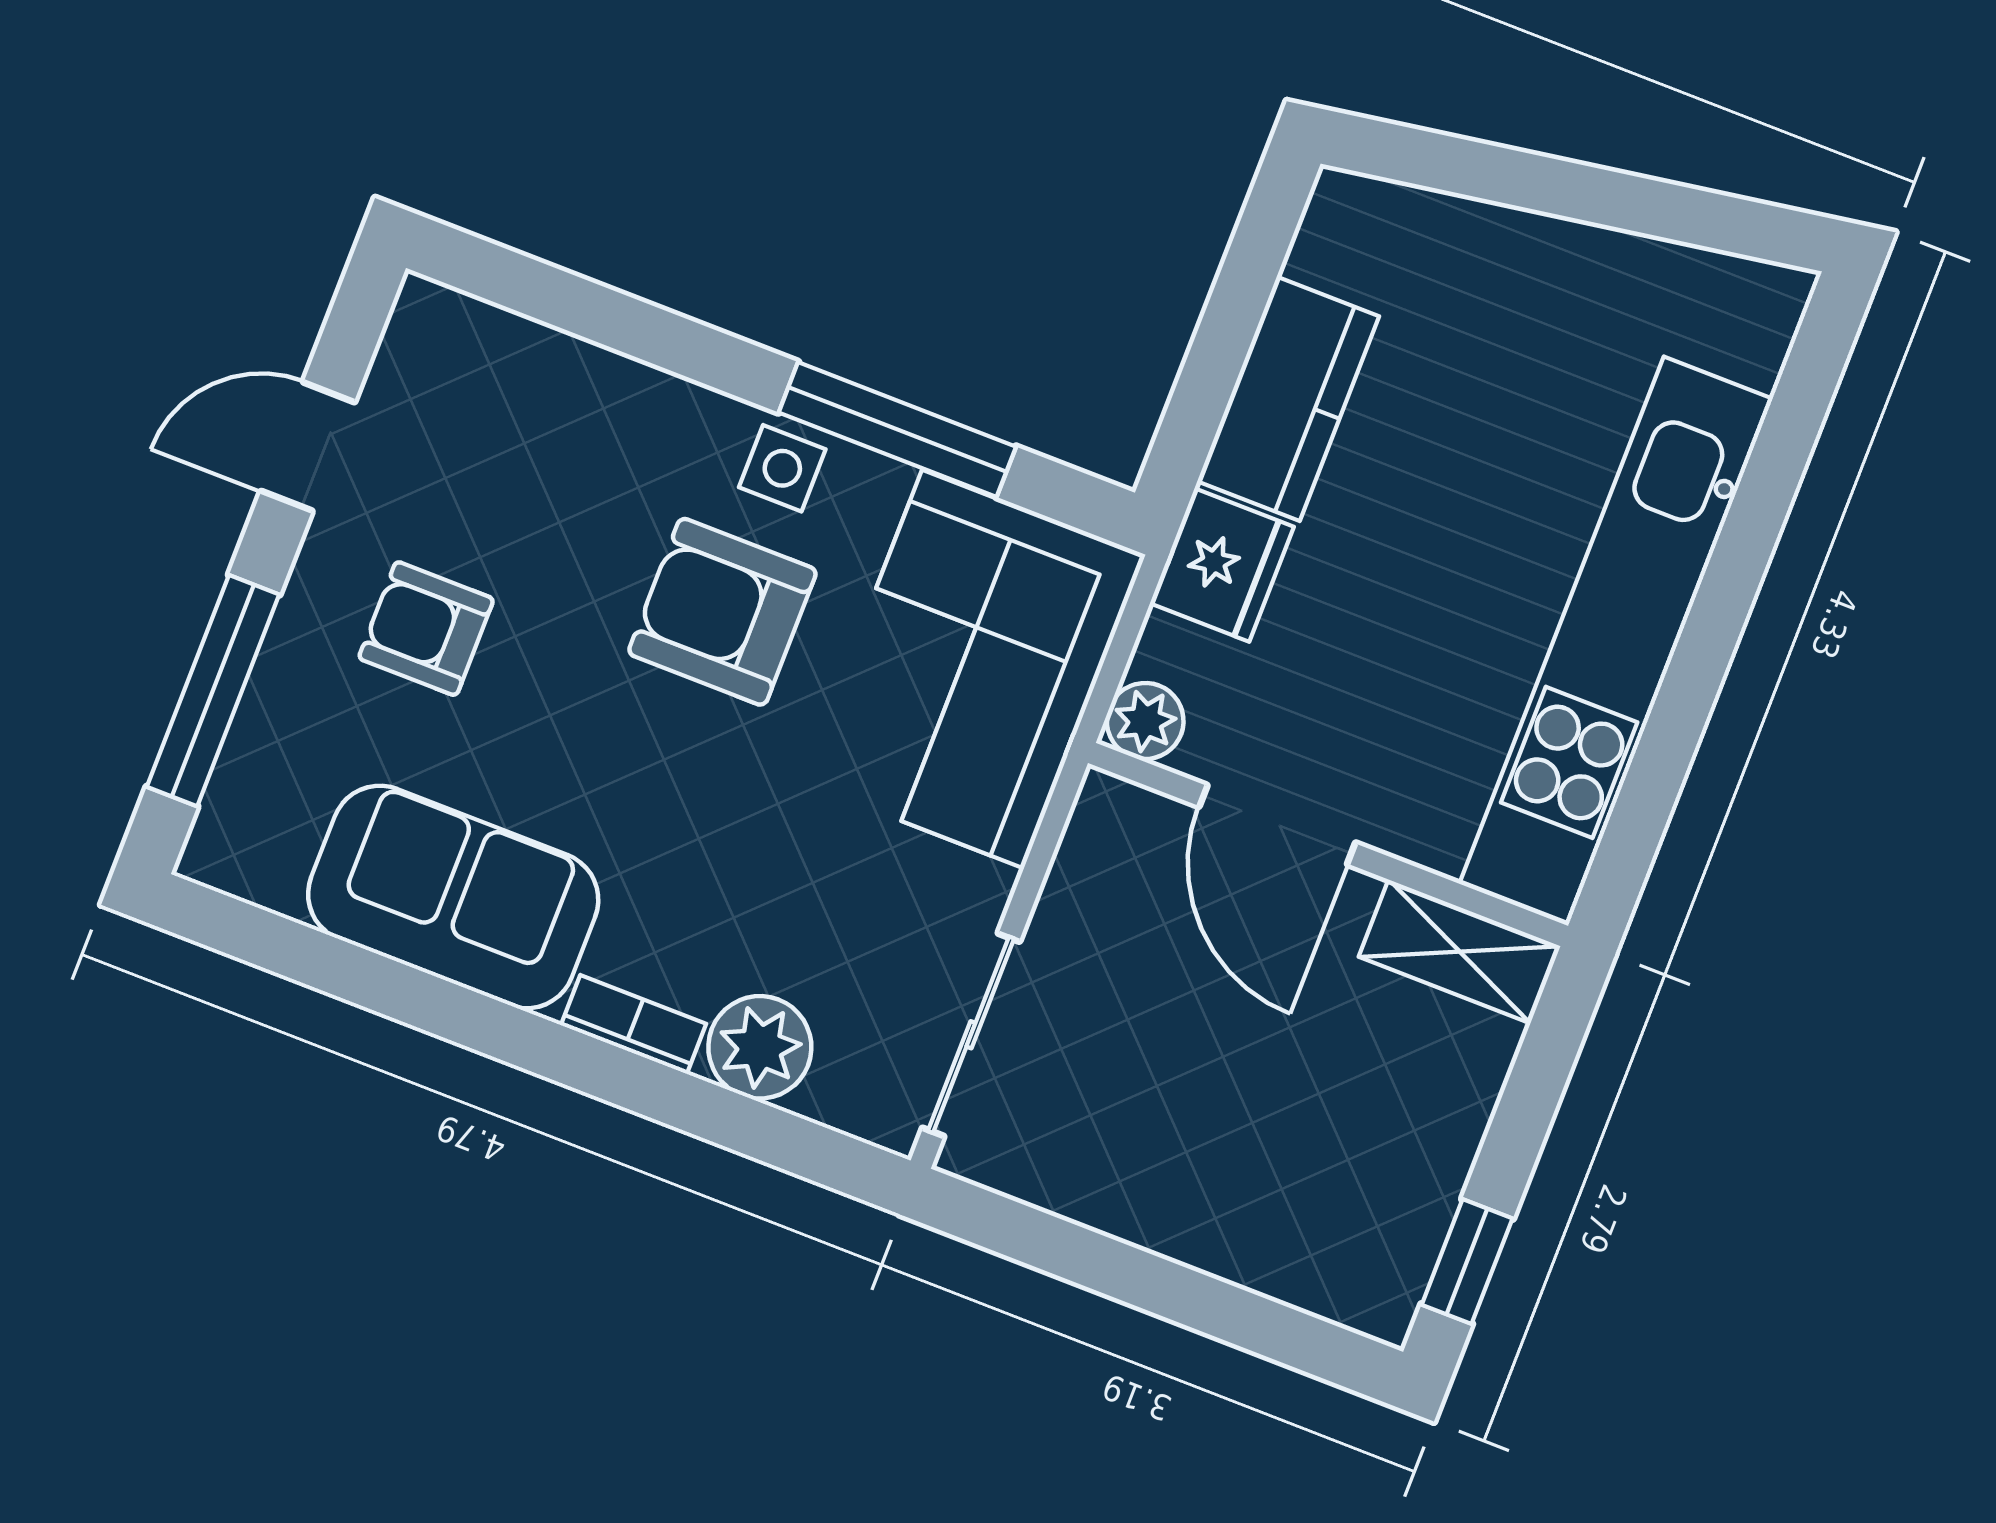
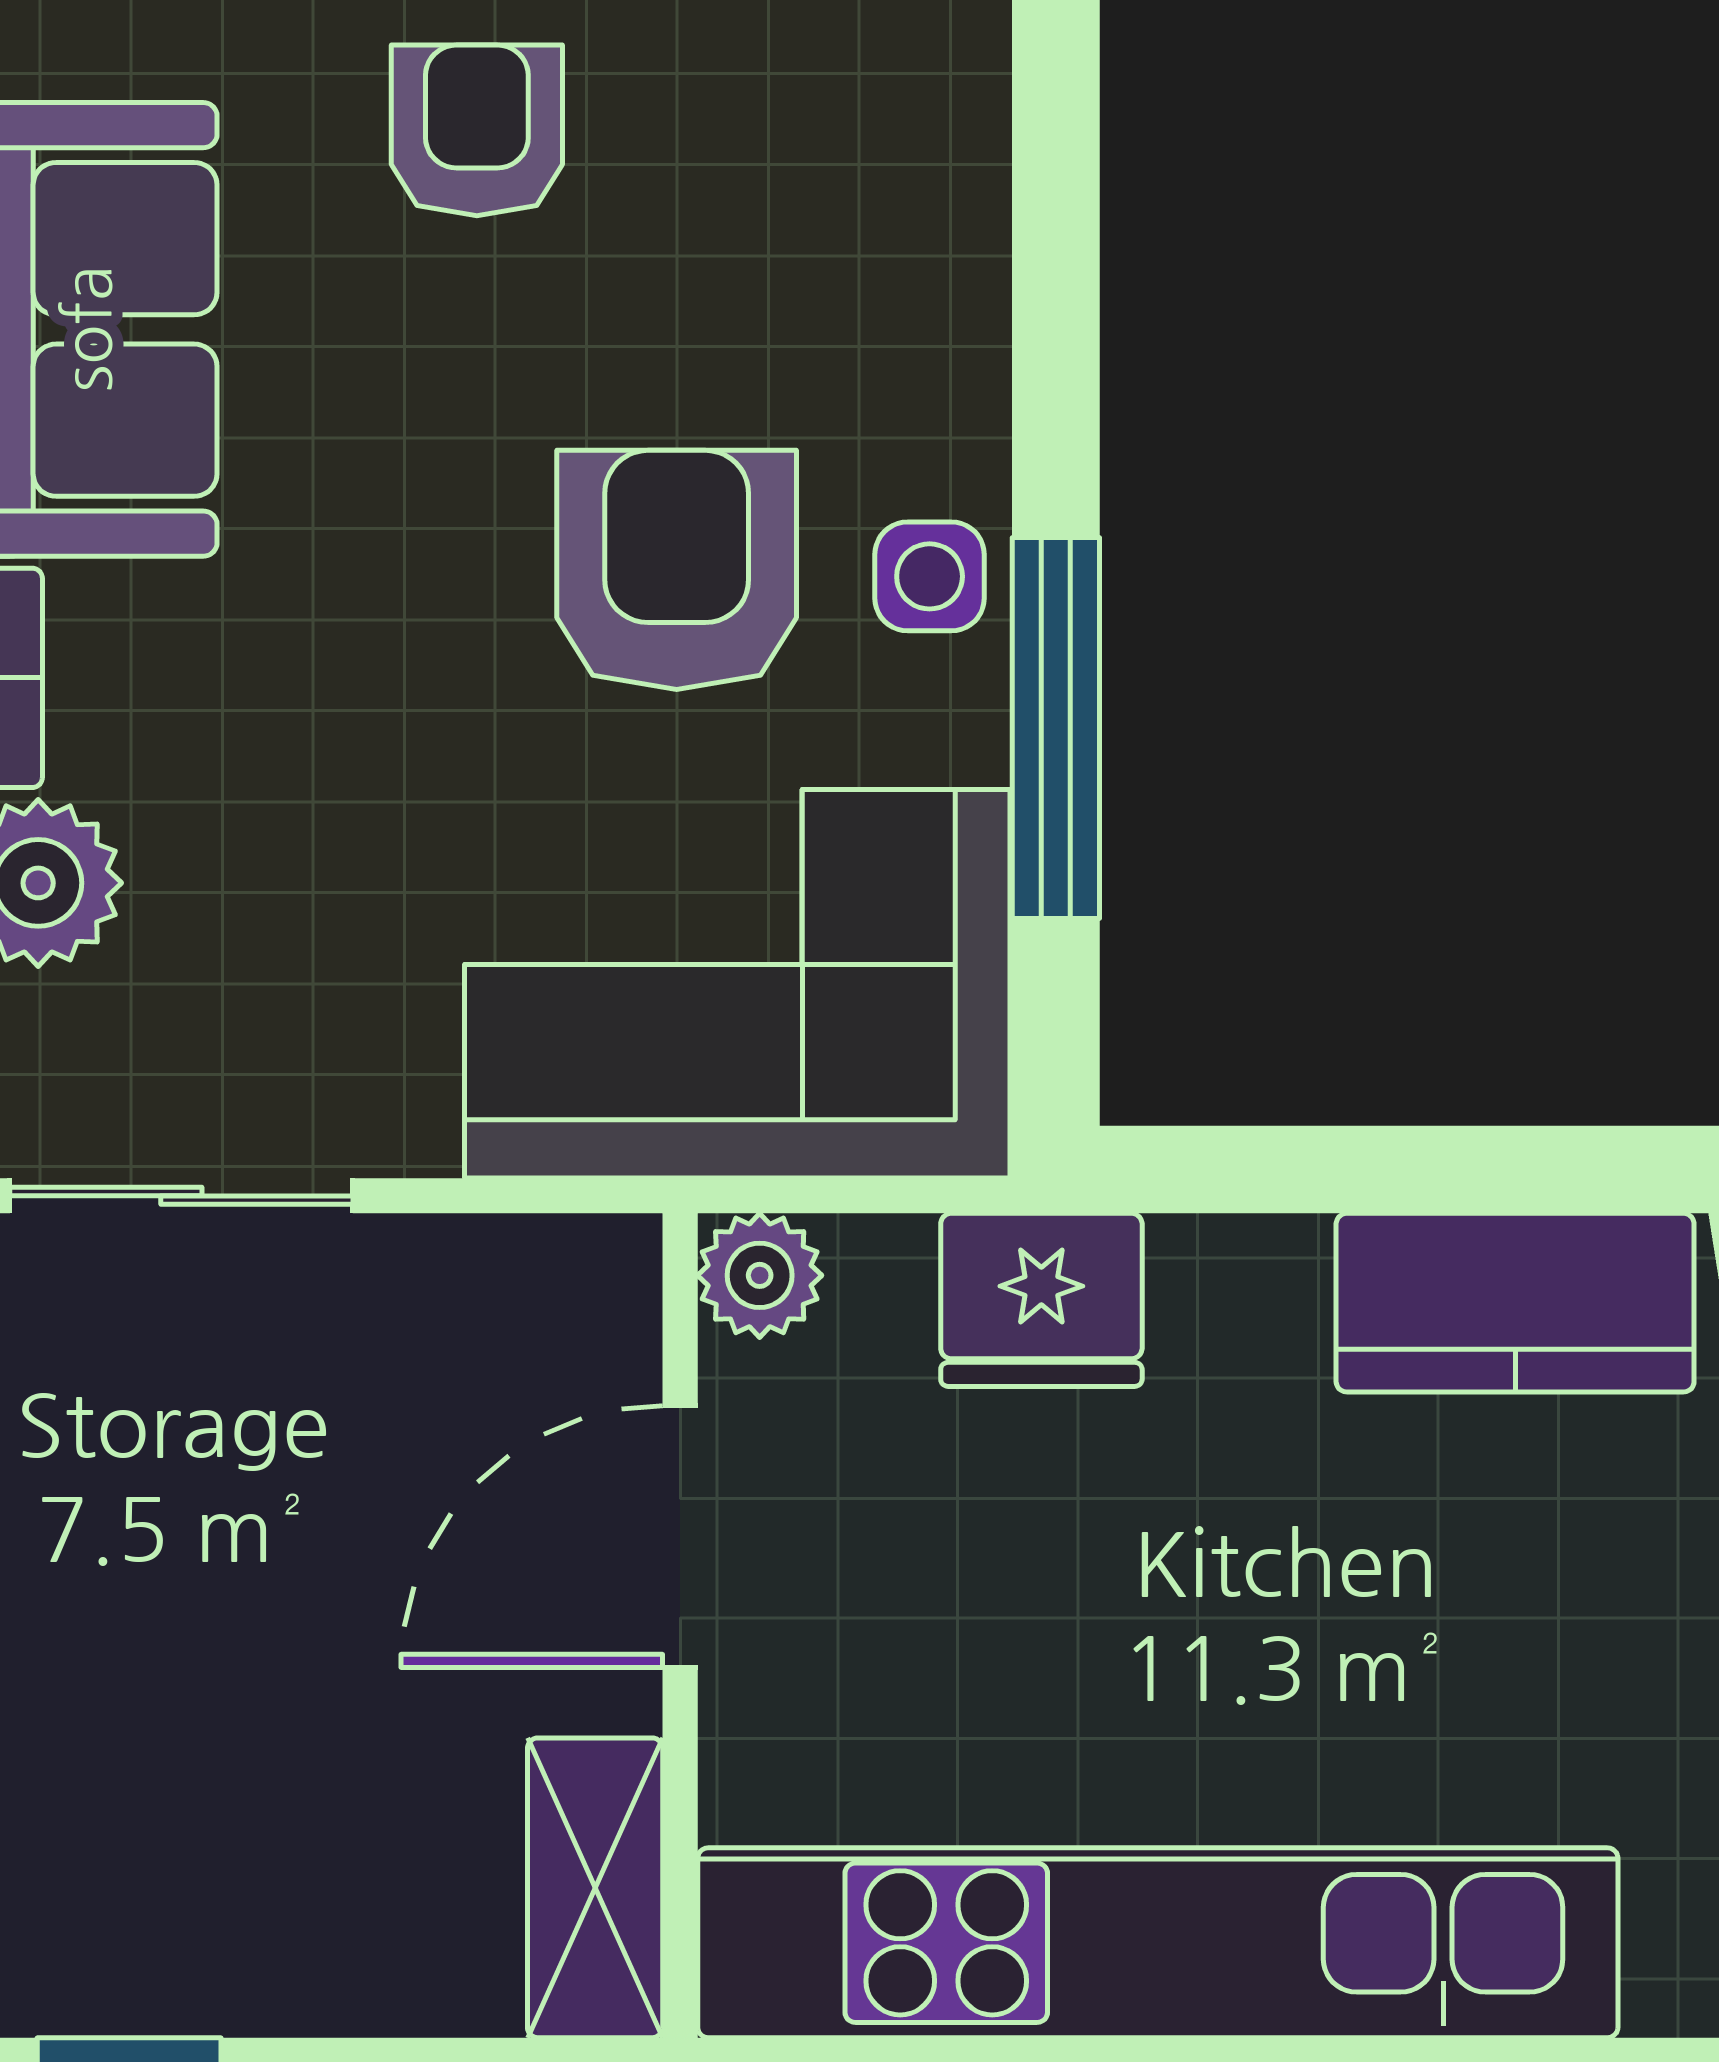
kitchen counter: (1288, 399) -> (1515, 1303), moved

